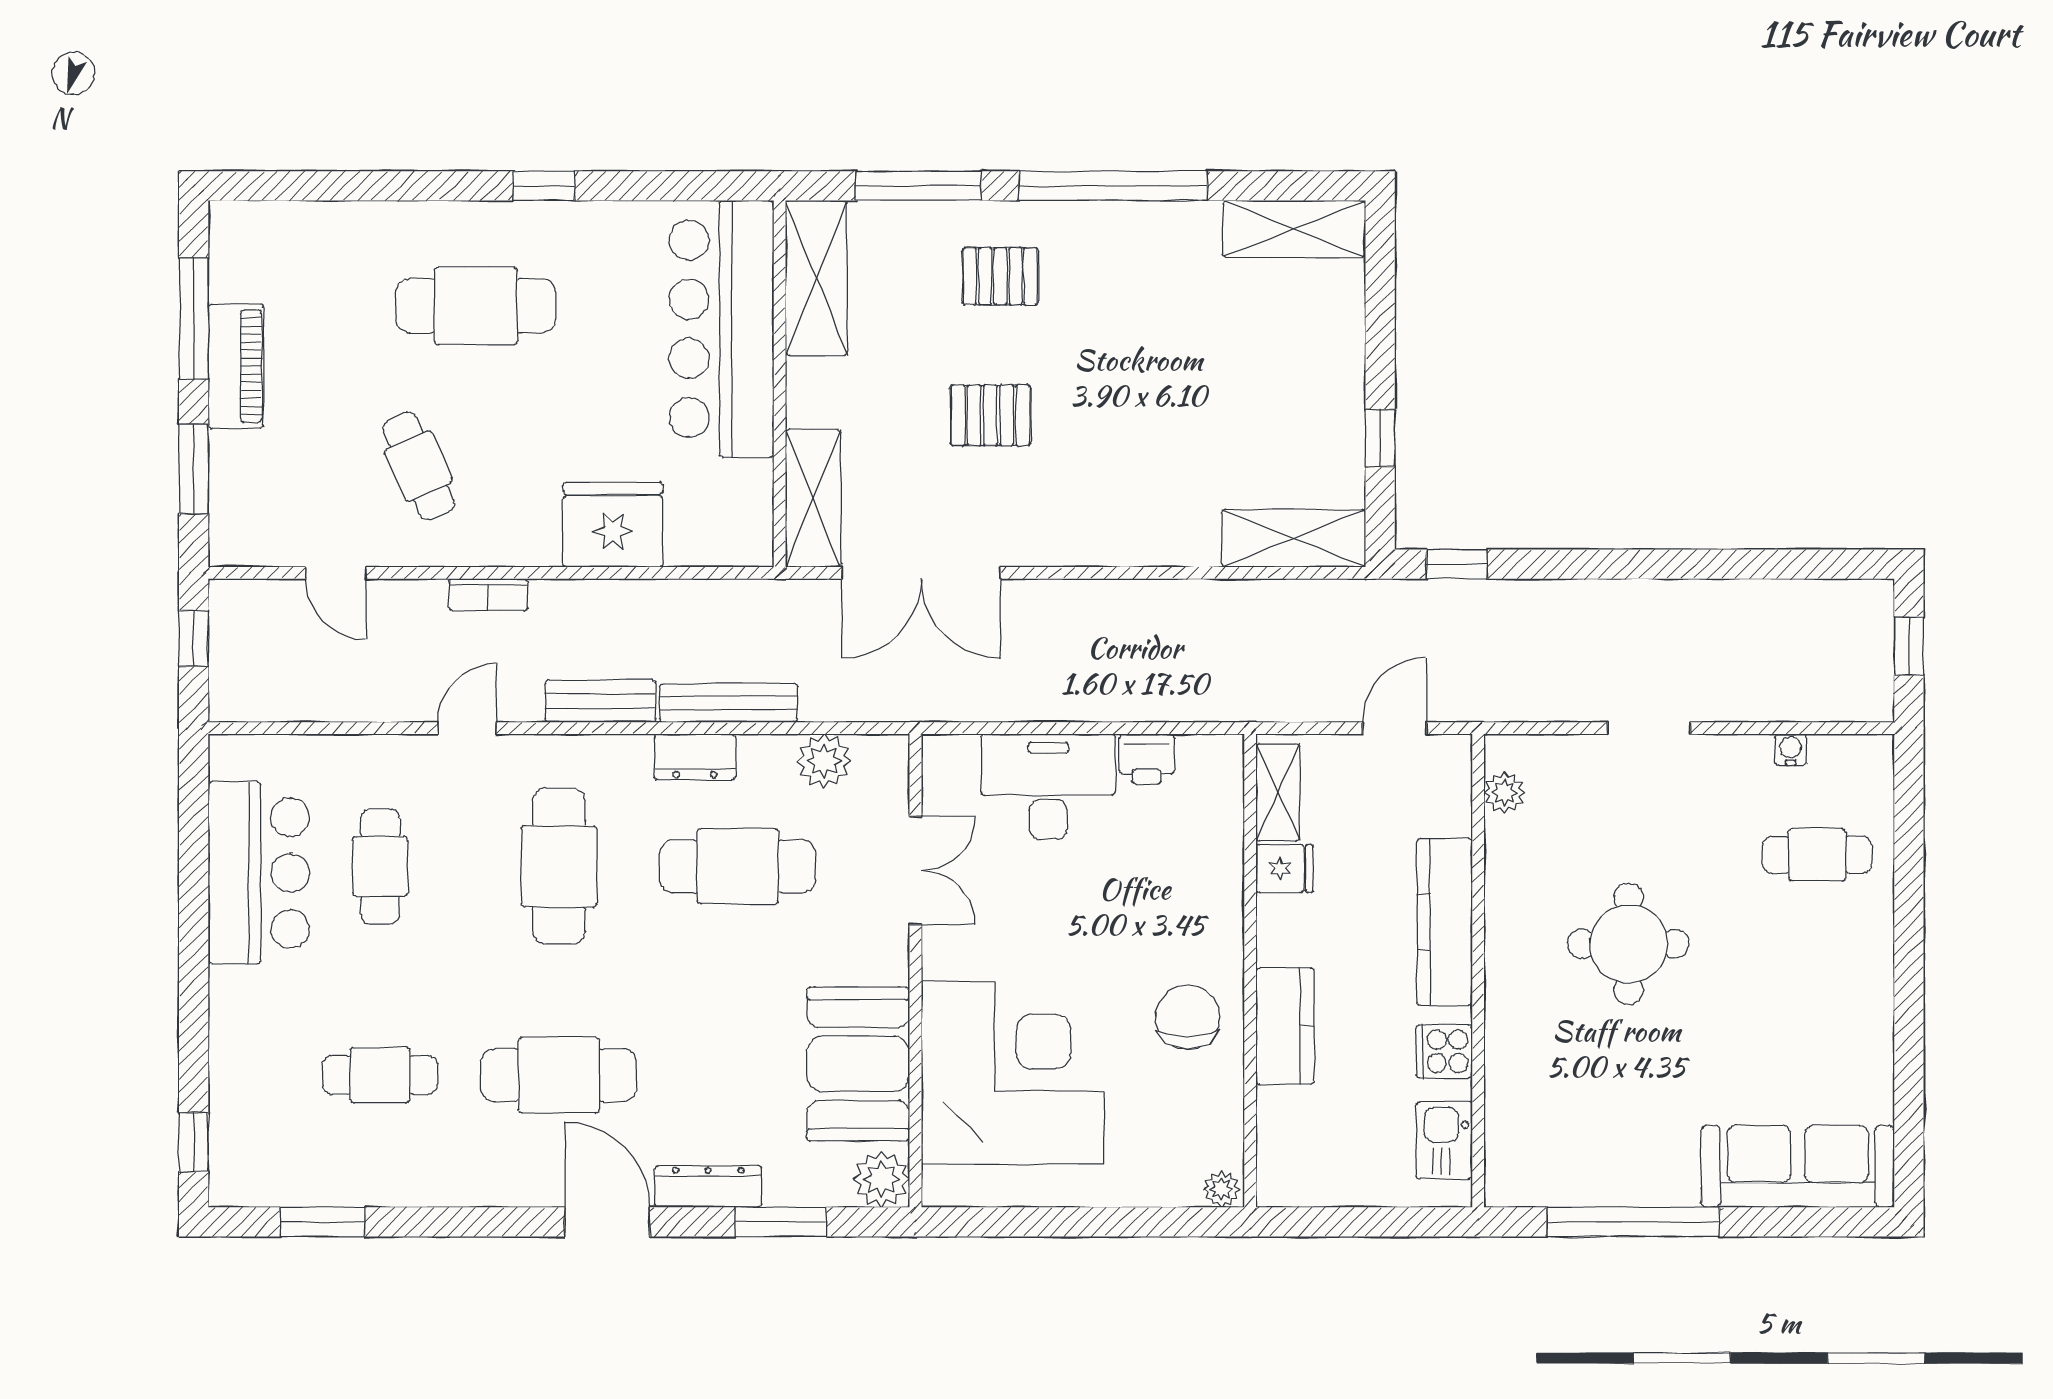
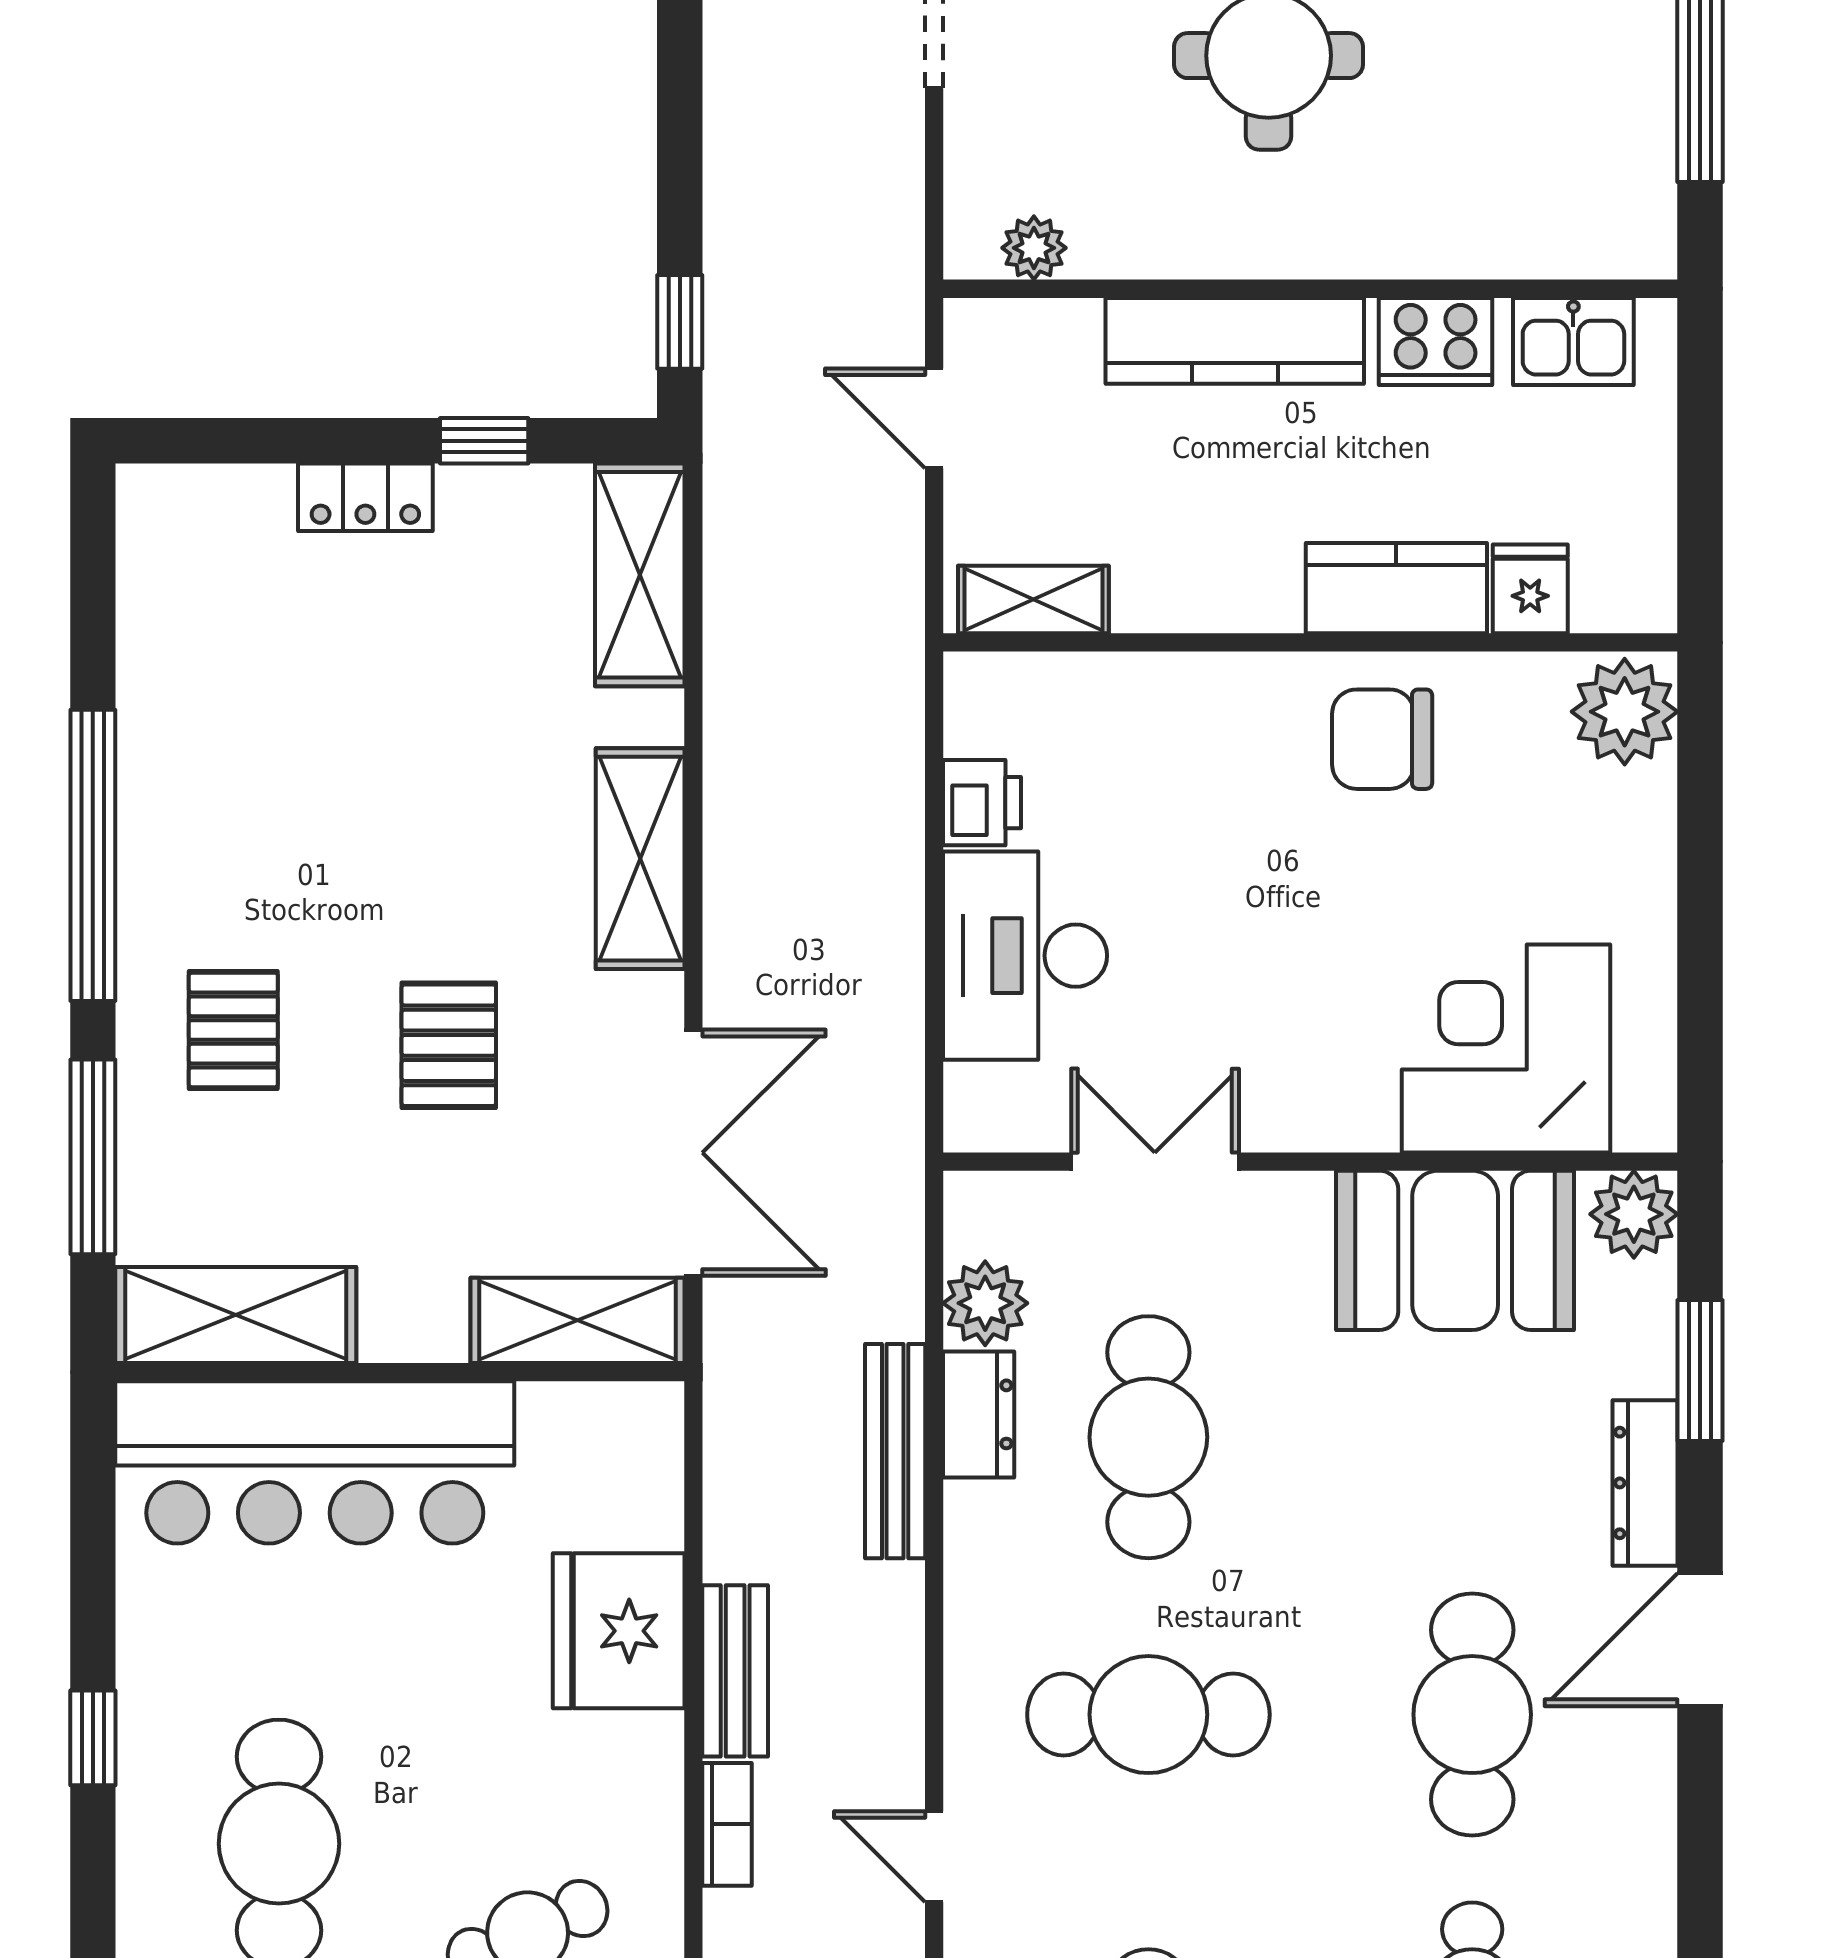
shelving: (1294, 229) -> (640, 859), moved
locker: (1344, 361) -> (365, 497), added
bench: (600, 701) -> (735, 1671), moved
dresser: (695, 757) -> (979, 1414), moved
fridge: (1285, 869) -> (1530, 589), moved
cooker: (1444, 1051) -> (1436, 341), width x1.36
corner desk: (1012, 1073) -> (1506, 1048), width x0.74, depth x0.74
plant: (1221, 1189) -> (1625, 712), width x1.87, depth x1.87

